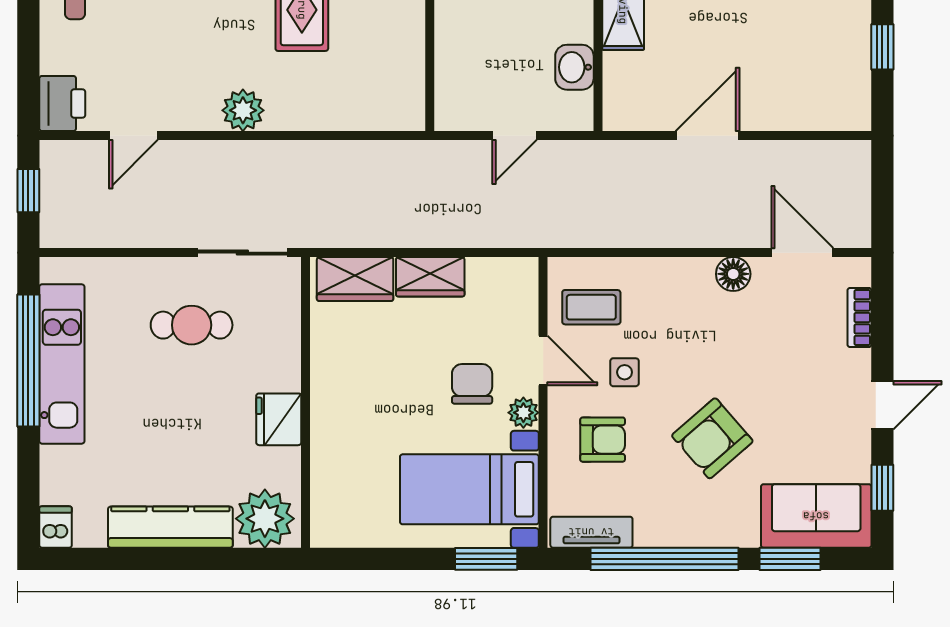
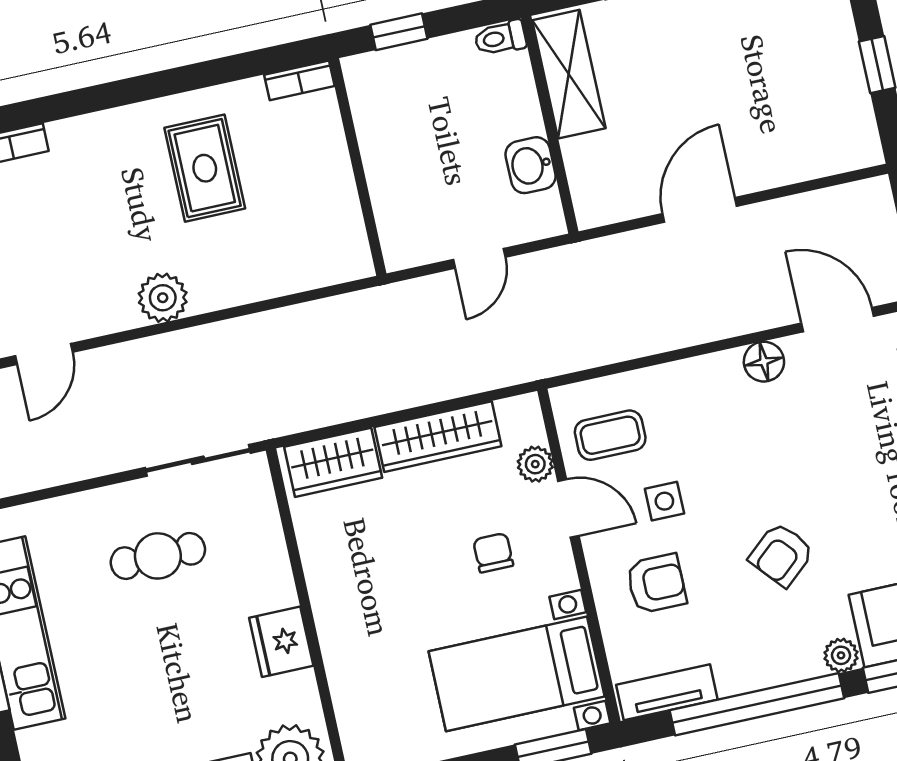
wardrobe: (430, 277) -> (438, 437), width x1.50
chair: (472, 384) -> (493, 553), width x0.73, depth x0.73
plant: (523, 413) -> (535, 464), moved
armchair: (712, 438) -> (781, 555), width x0.72, depth x0.72
plant: (744, 533) -> (841, 655), added

